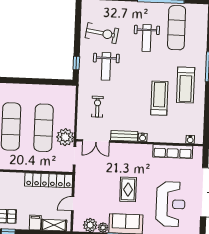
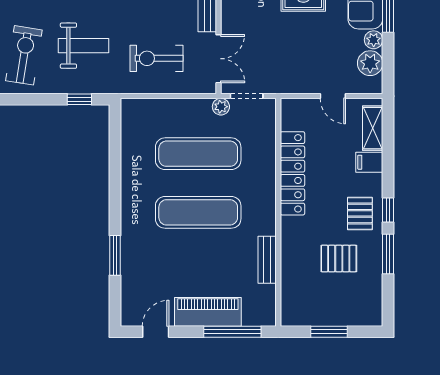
exercise bike: (97, 107) -> (156, 58), width x1.38, depth x1.39
plant: (65, 137) -> (221, 107), width x0.53, depth x0.53
locker: (49, 180) -> (292, 173), moved

